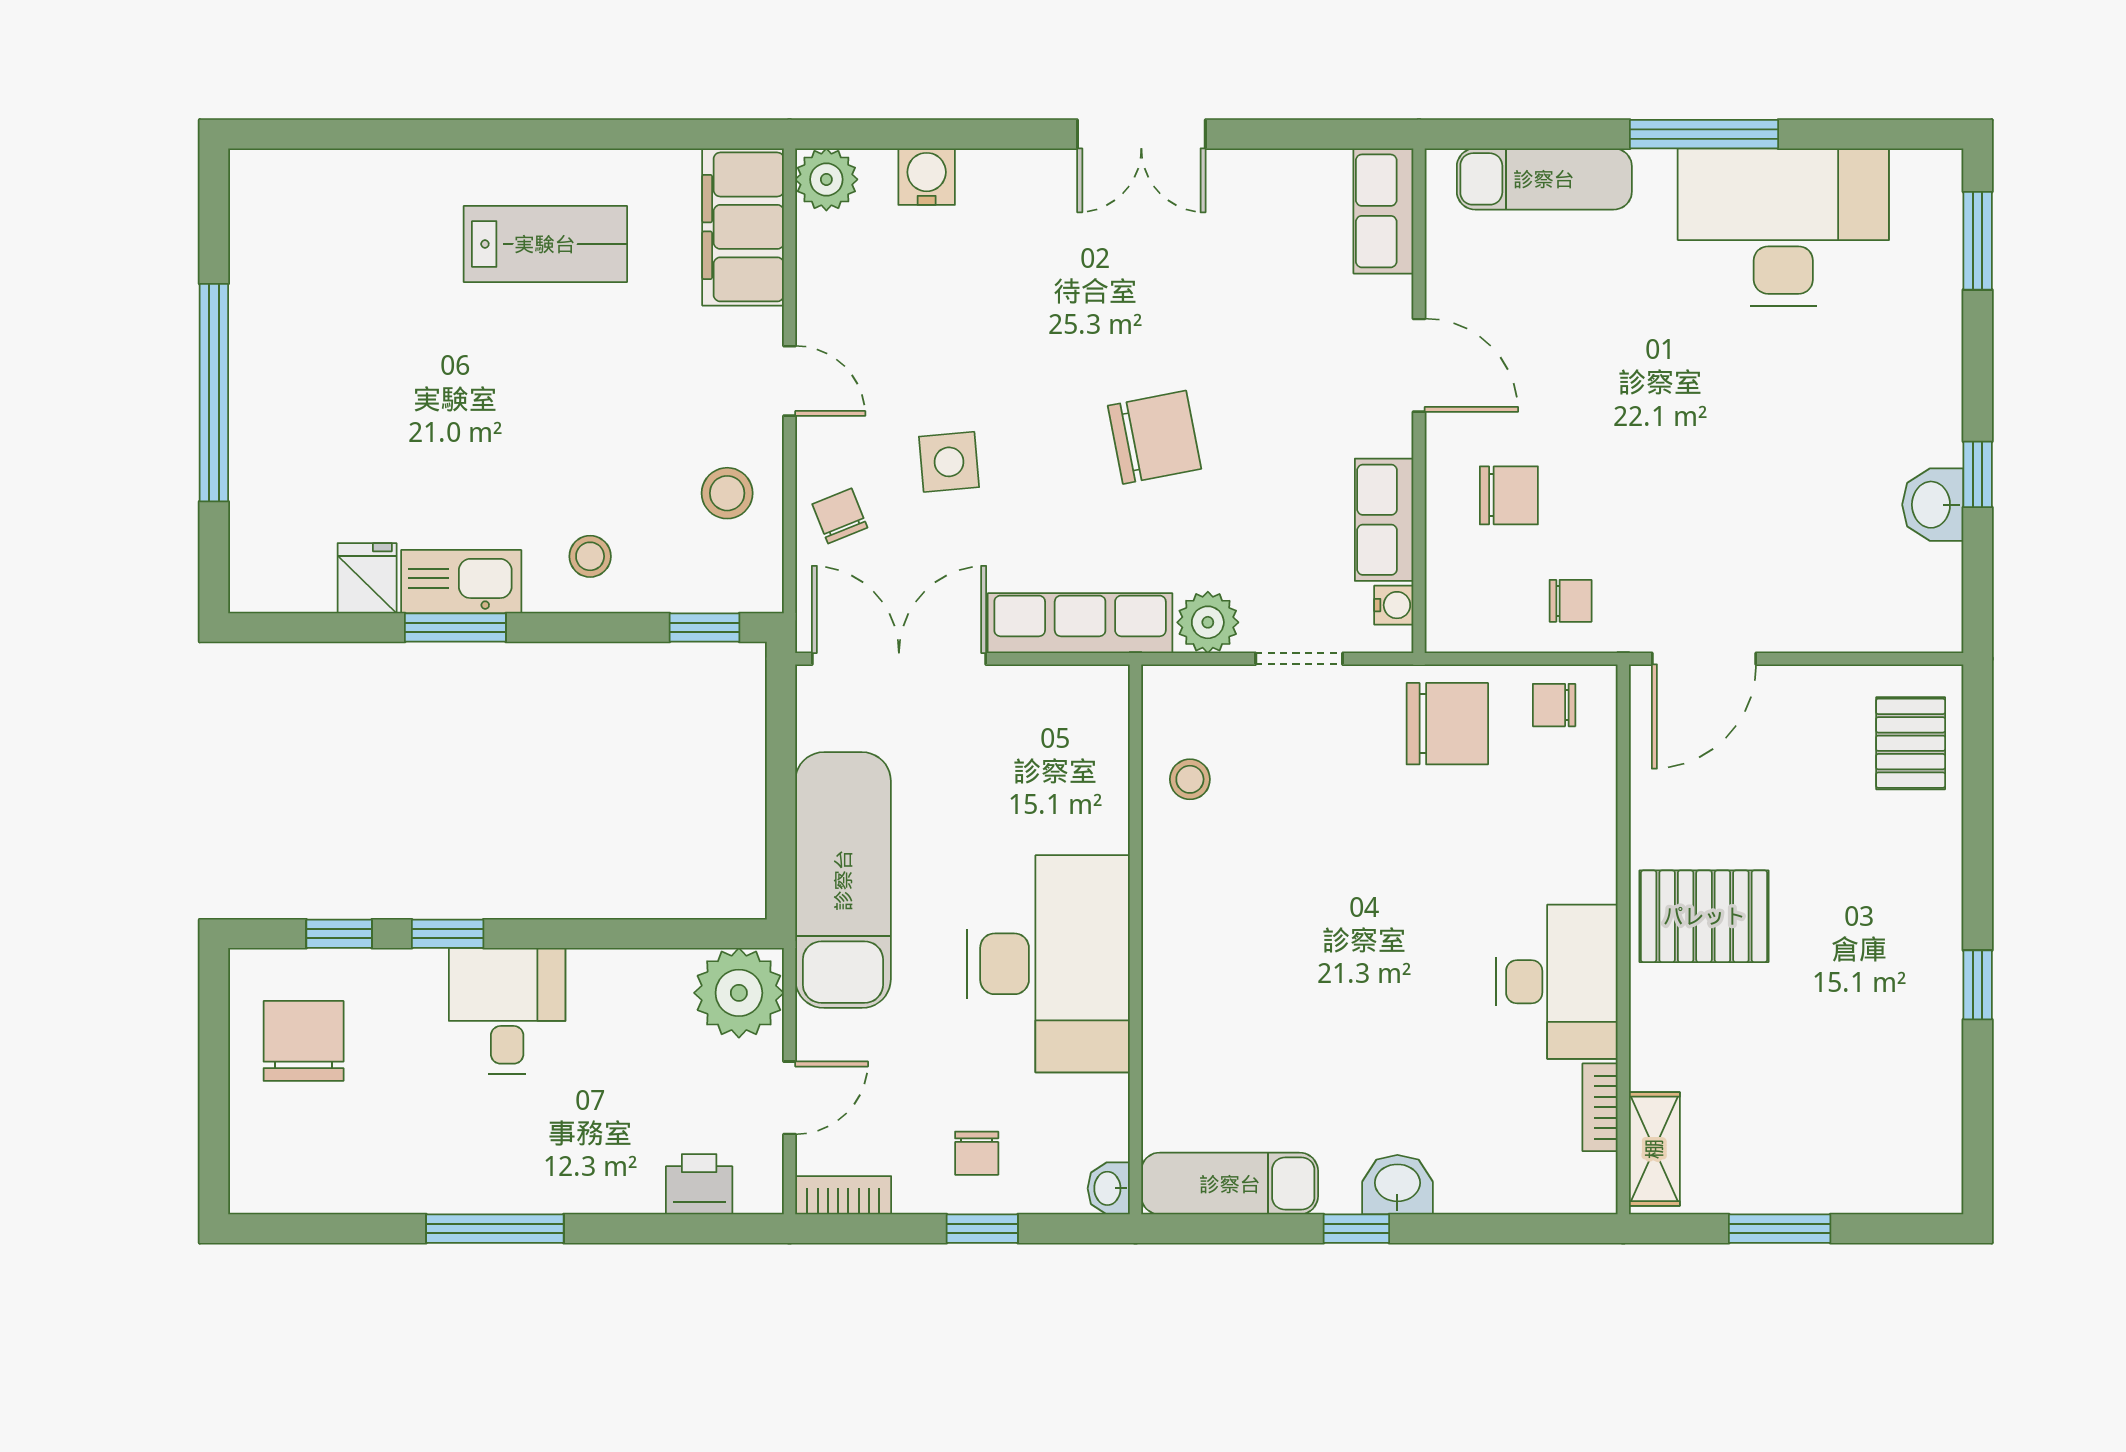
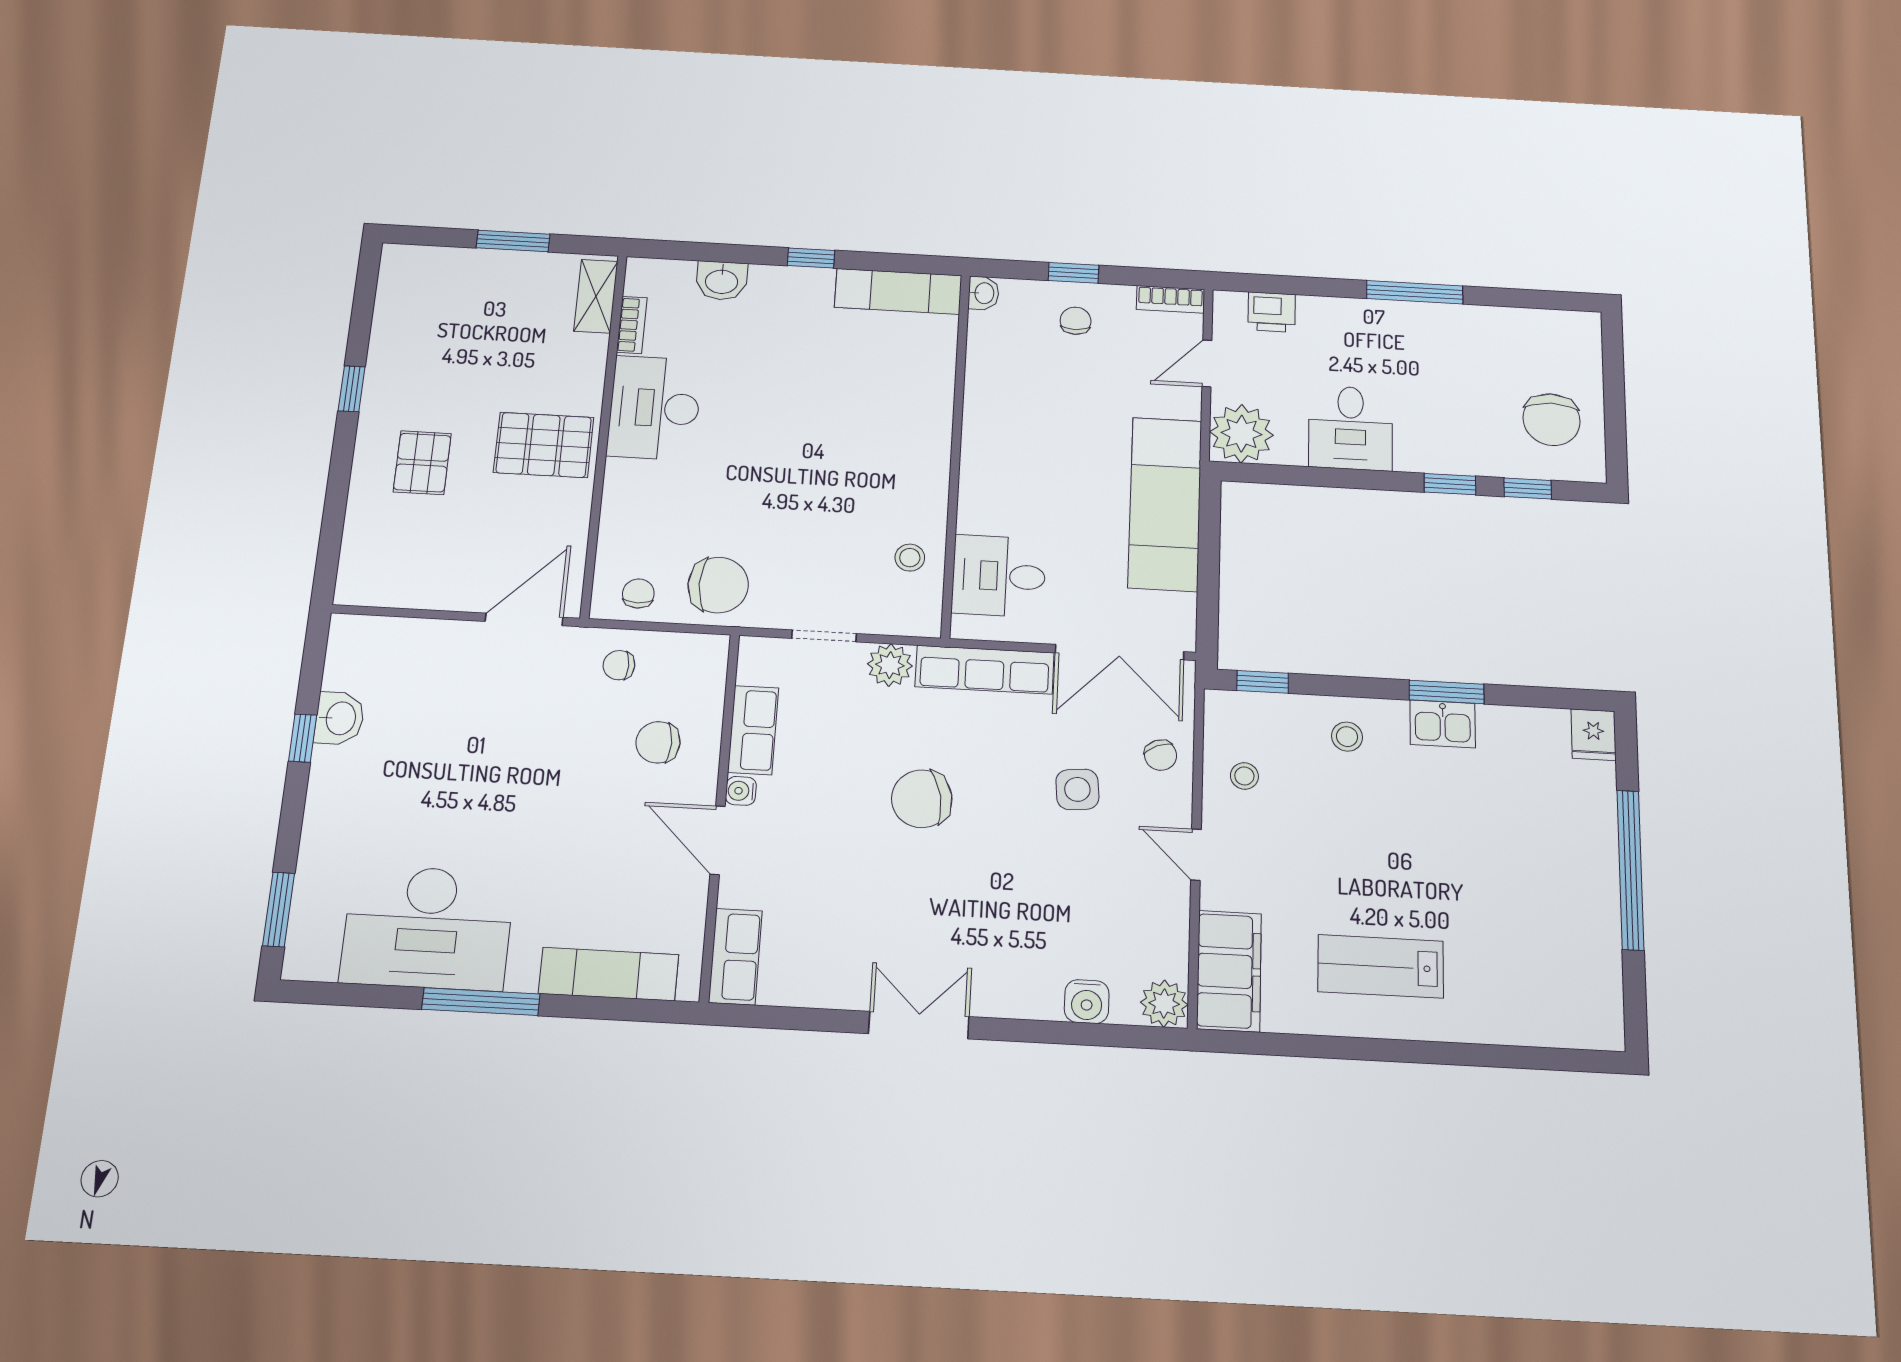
stool: (727, 493) -> (1244, 776), width x0.73, depth x0.73
fridge: (367, 578) -> (1594, 735), moved
kitchen sink: (461, 582) -> (1443, 724), width x0.73
water cooler: (1394, 605) -> (741, 791), moved
chair: (1554, 705) -> (638, 593), turned -90
chair: (1447, 724) -> (718, 585), turned 180
pallet: (1911, 743) -> (422, 463), moved
desk: (1048, 964) -> (999, 576), moved, width x0.53, depth x0.77
desk: (507, 1011) -> (1351, 428), moved
washbasin: (1397, 1185) -> (722, 281), moved

